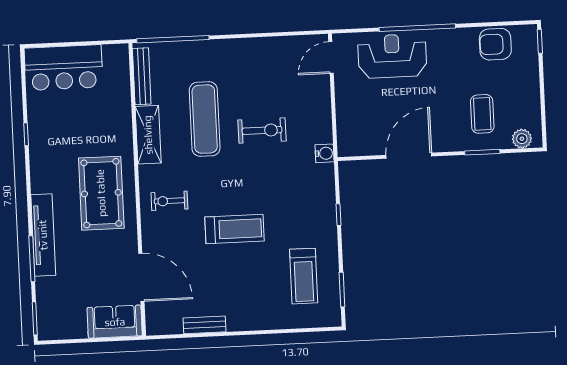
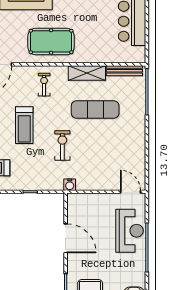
exercise bike: (262, 130) -> (62, 145), moved, turned 180

